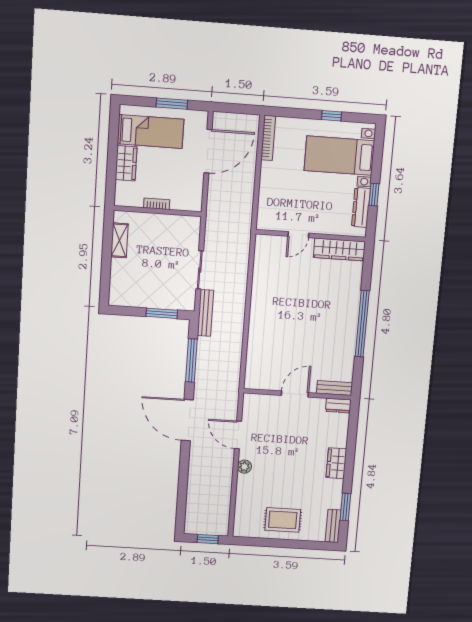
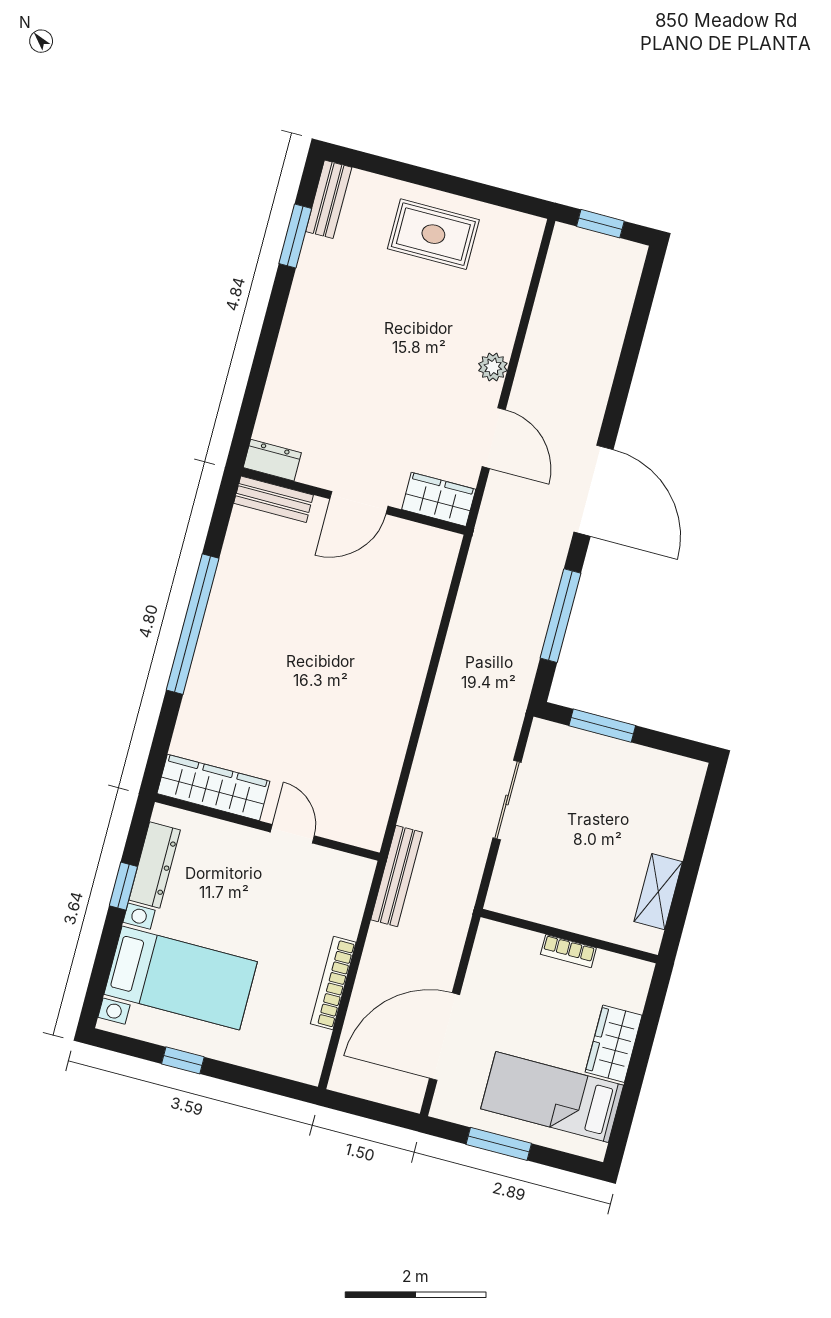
bookcase: (268, 138) -> (333, 983), moved
door: (298, 235) -> (292, 834), hinge flipped
bench: (205, 313) -> (397, 876), moved
wardrobe: (336, 463) -> (439, 499), moved, turned -90

